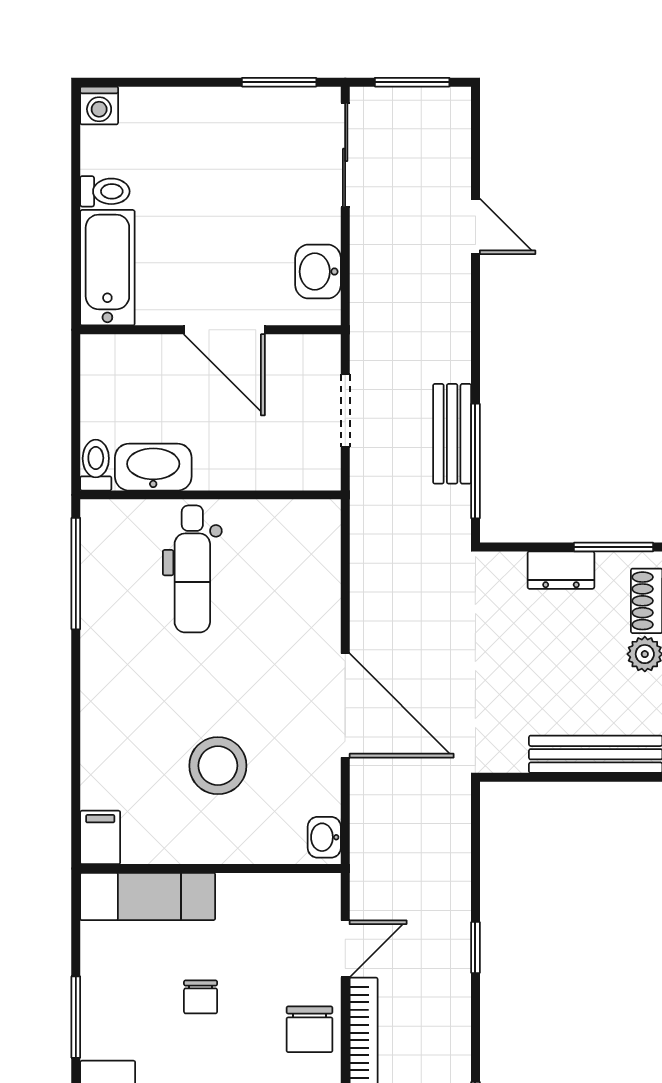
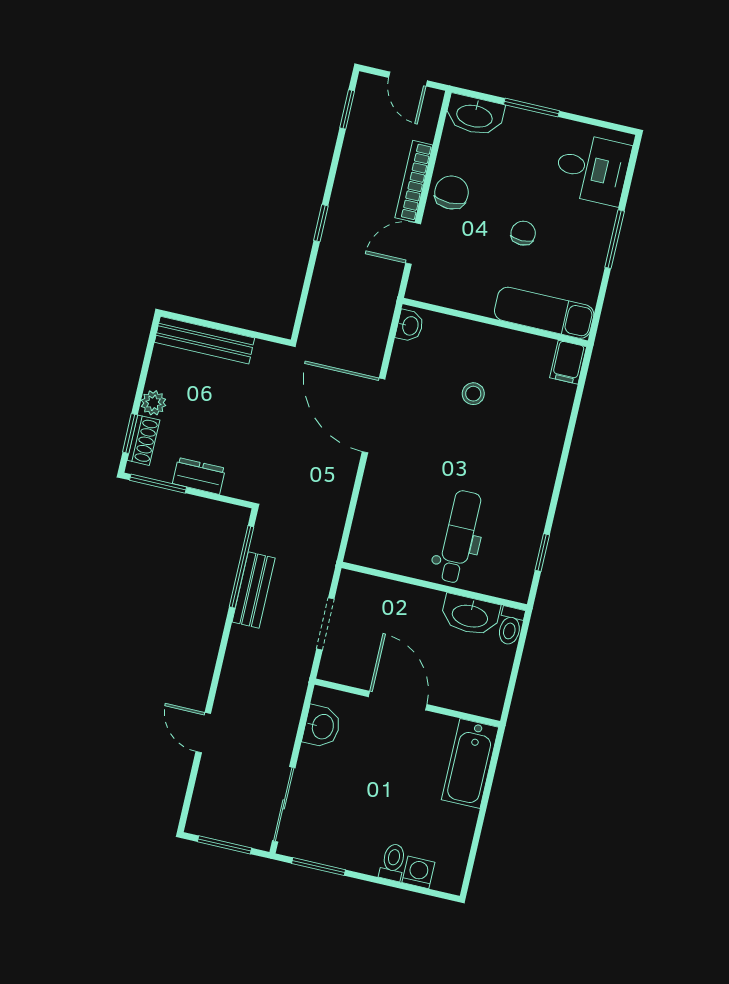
washing machine: (99, 105) -> (418, 872), moved
toilet: (105, 191) -> (393, 862), moved, turned 90
window: (76, 574) -> (542, 553), width x0.46
stool: (218, 766) -> (473, 394), width x0.53, depth x0.53

